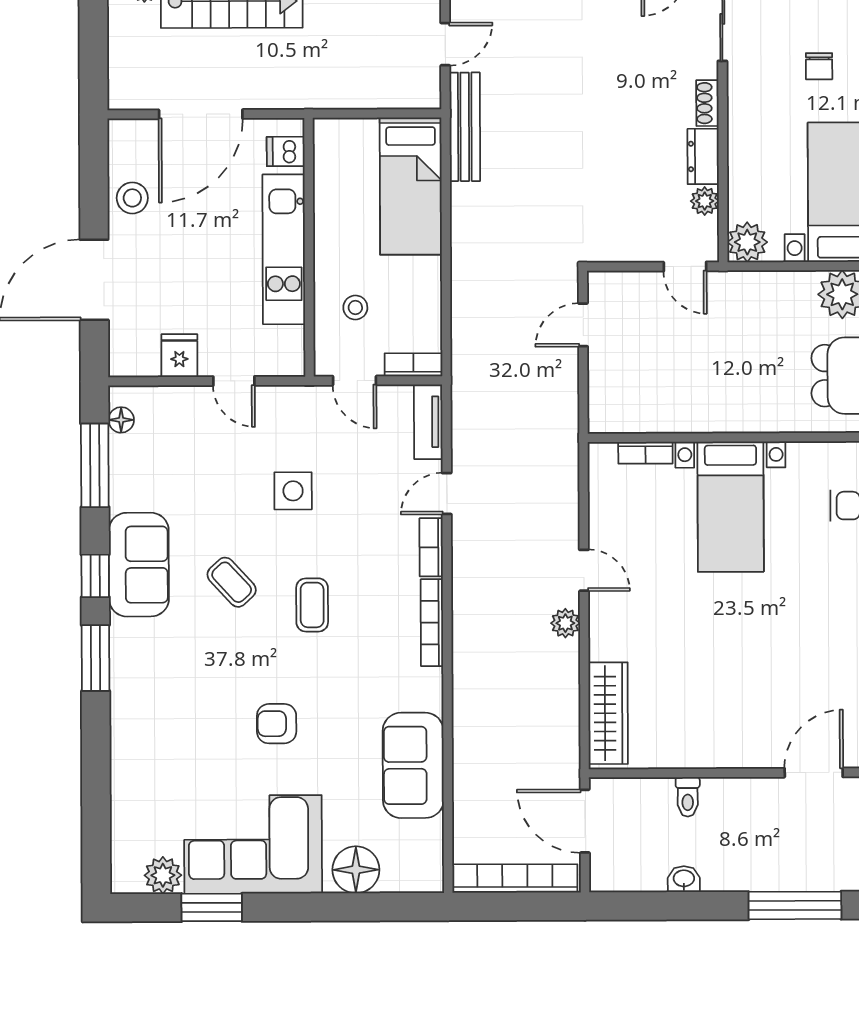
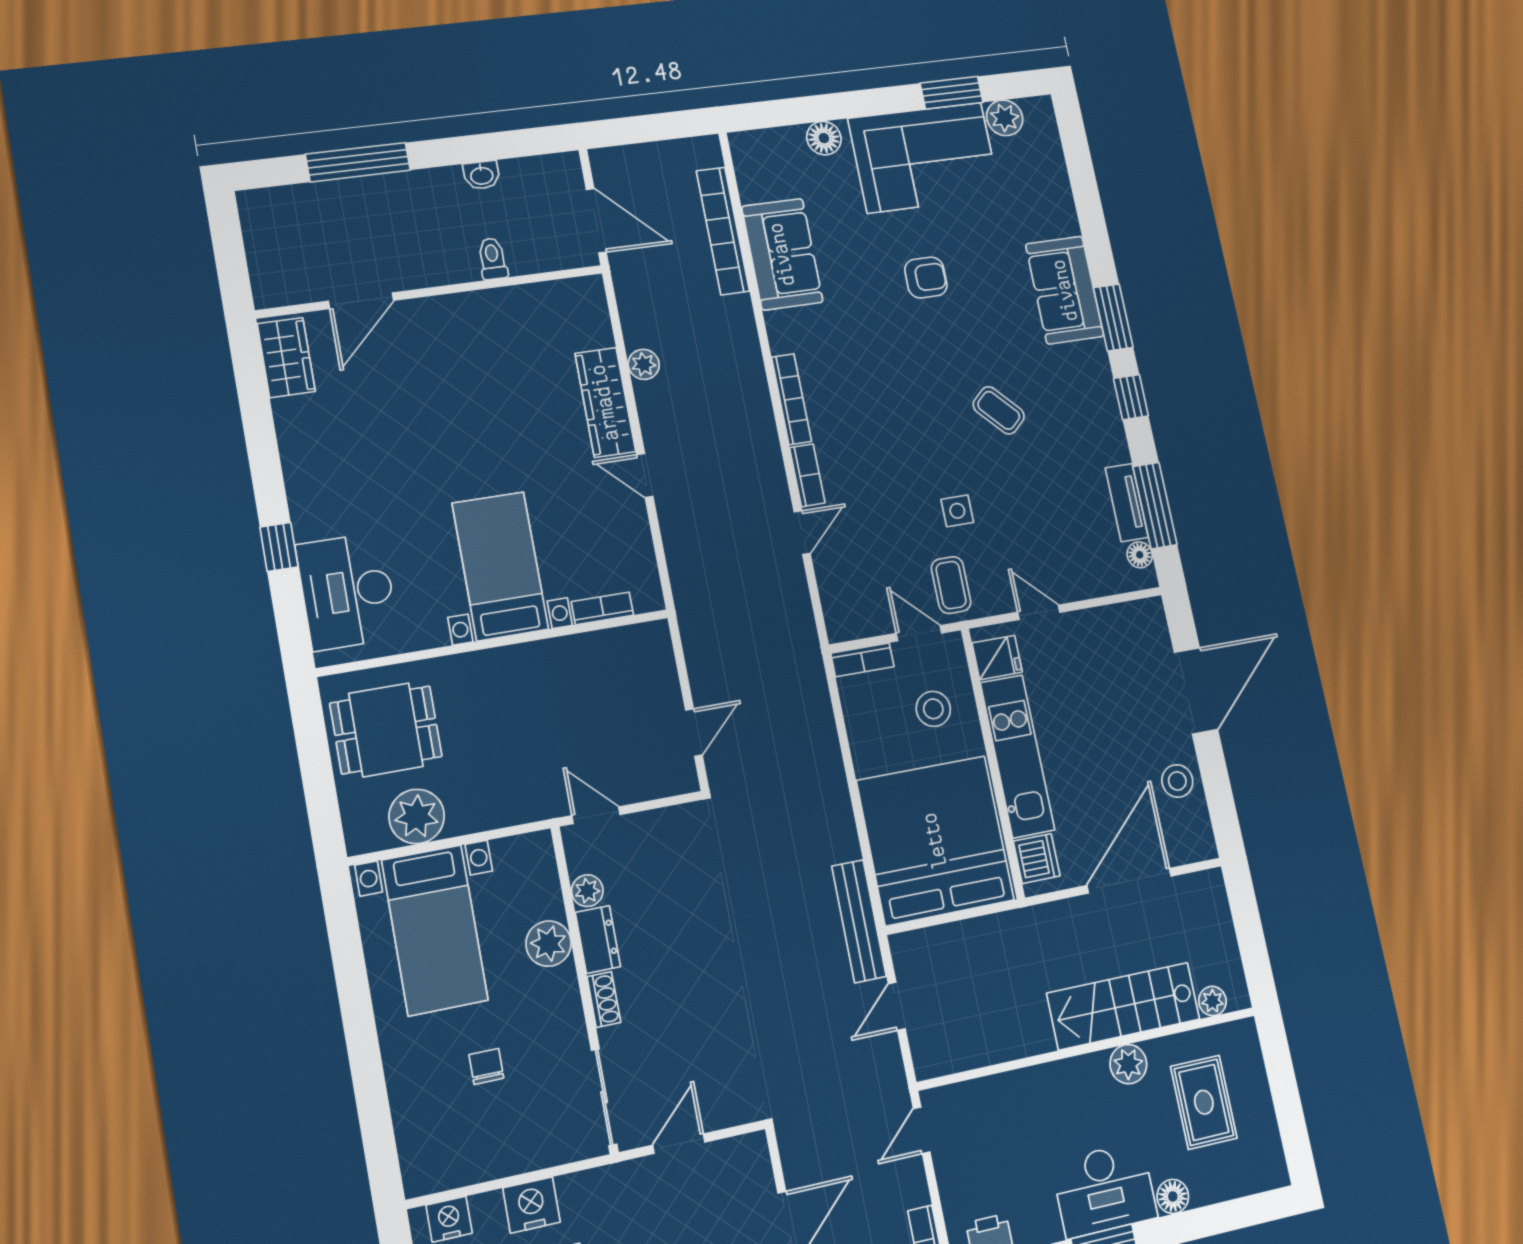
dishwasher: (286, 151) -> (1037, 859), width x1.38
bed: (411, 186) -> (935, 840), width x2.04
plant: (747, 242) -> (549, 944), moved
stool: (355, 307) -> (933, 709), width x1.37, depth x1.37
fridge: (179, 356) -> (997, 658), moved, turned -90
tv unit: (428, 422) -> (1127, 503), moved, turned 180
side table: (293, 491) -> (957, 511), width x0.73, depth x0.73
sofa: (139, 565) -> (1065, 290), moved
coffee table: (312, 605) -> (951, 585), moved
plant: (565, 623) -> (644, 364), moved
wardrobe: (608, 713) -> (605, 402), moved
floor lamp: (356, 870) -> (824, 138), width x0.73, depth x0.73
bookcase: (515, 878) -> (723, 231), moved, turned 90

